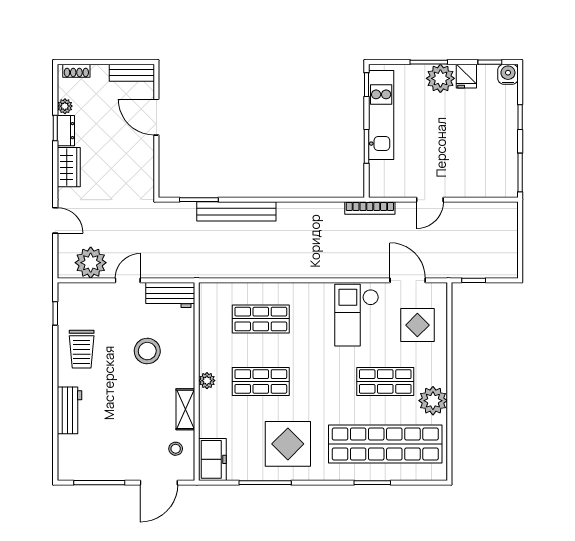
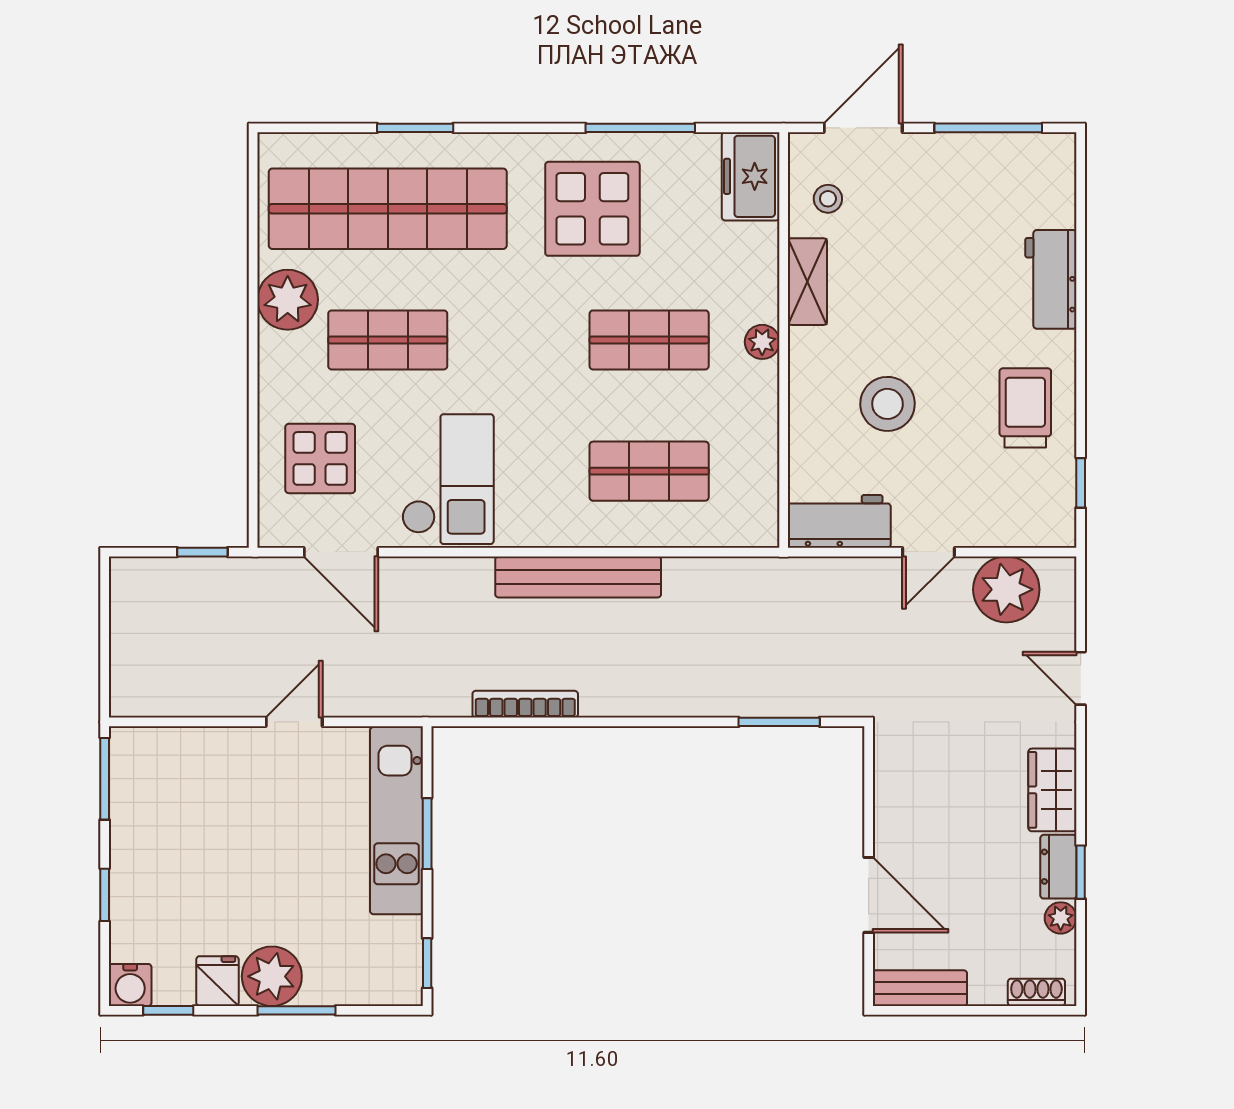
kitchen unit: (381, 115) -> (397, 821), moved
bookcase: (370, 208) -> (525, 704), moved
bench: (236, 211) -> (578, 577), moved

